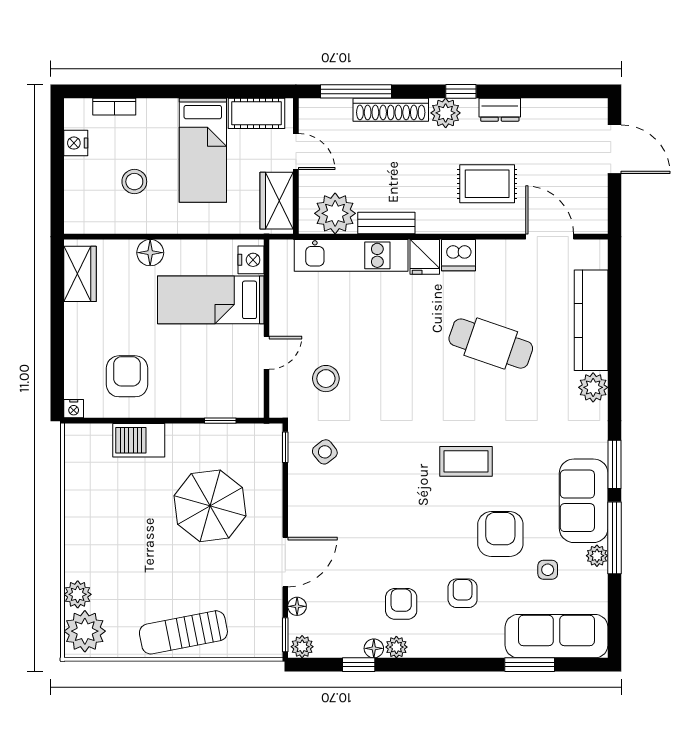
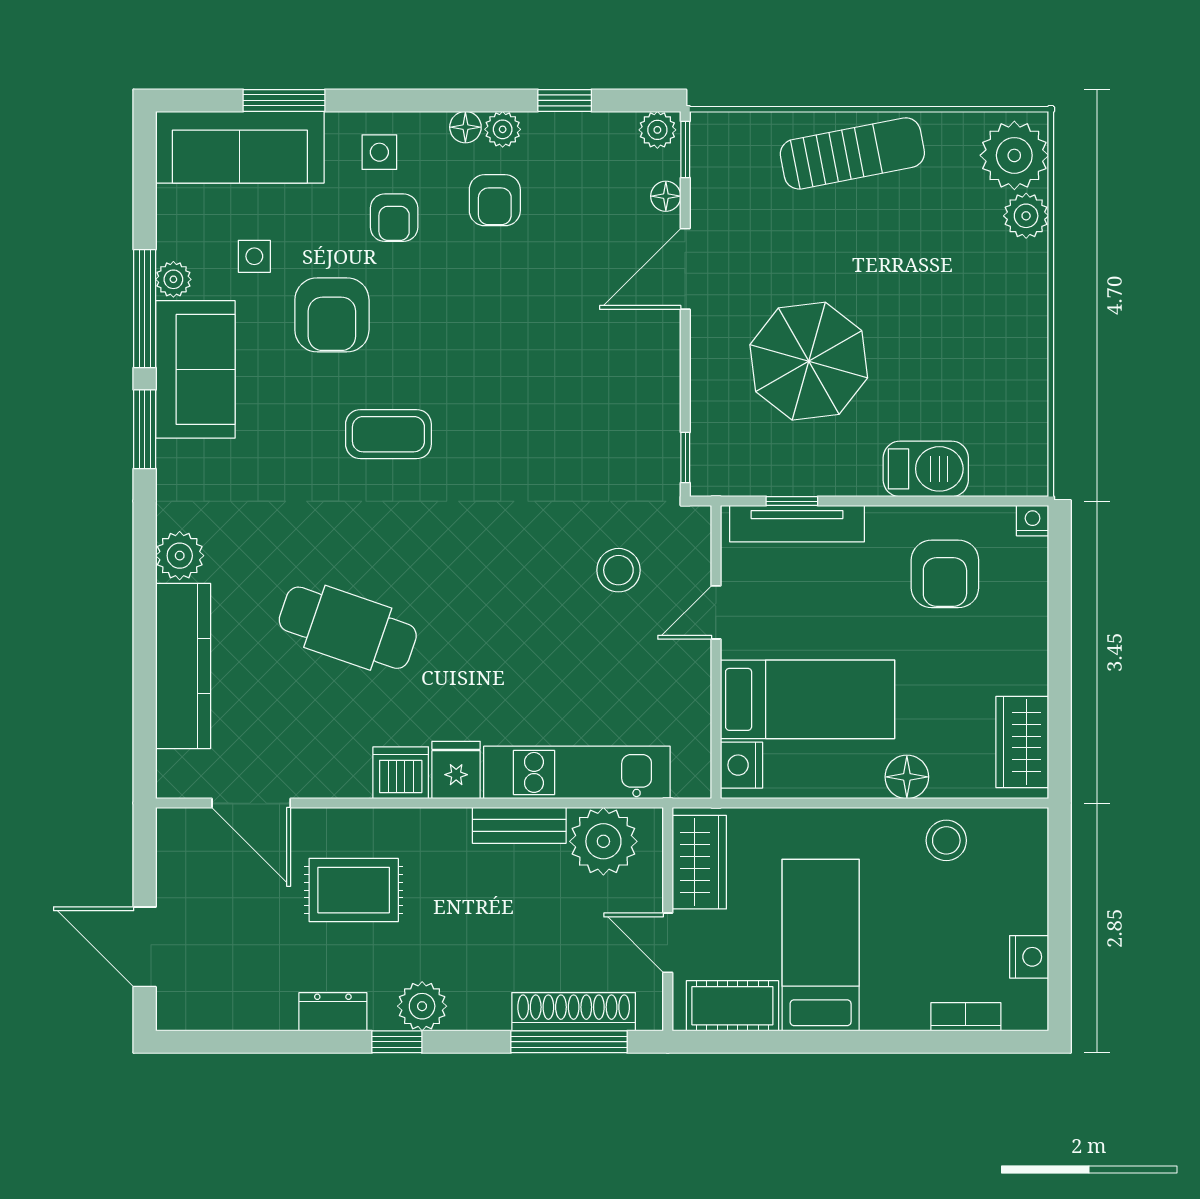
shoe rack: (391, 110) -> (574, 1012), moved
stool: (134, 182) -> (946, 840), moved
tv unit: (217, 407) -> (797, 524), added
side table: (325, 452) -> (379, 152), moved, turned 38
floor lamp: (374, 648) -> (465, 127), moved

